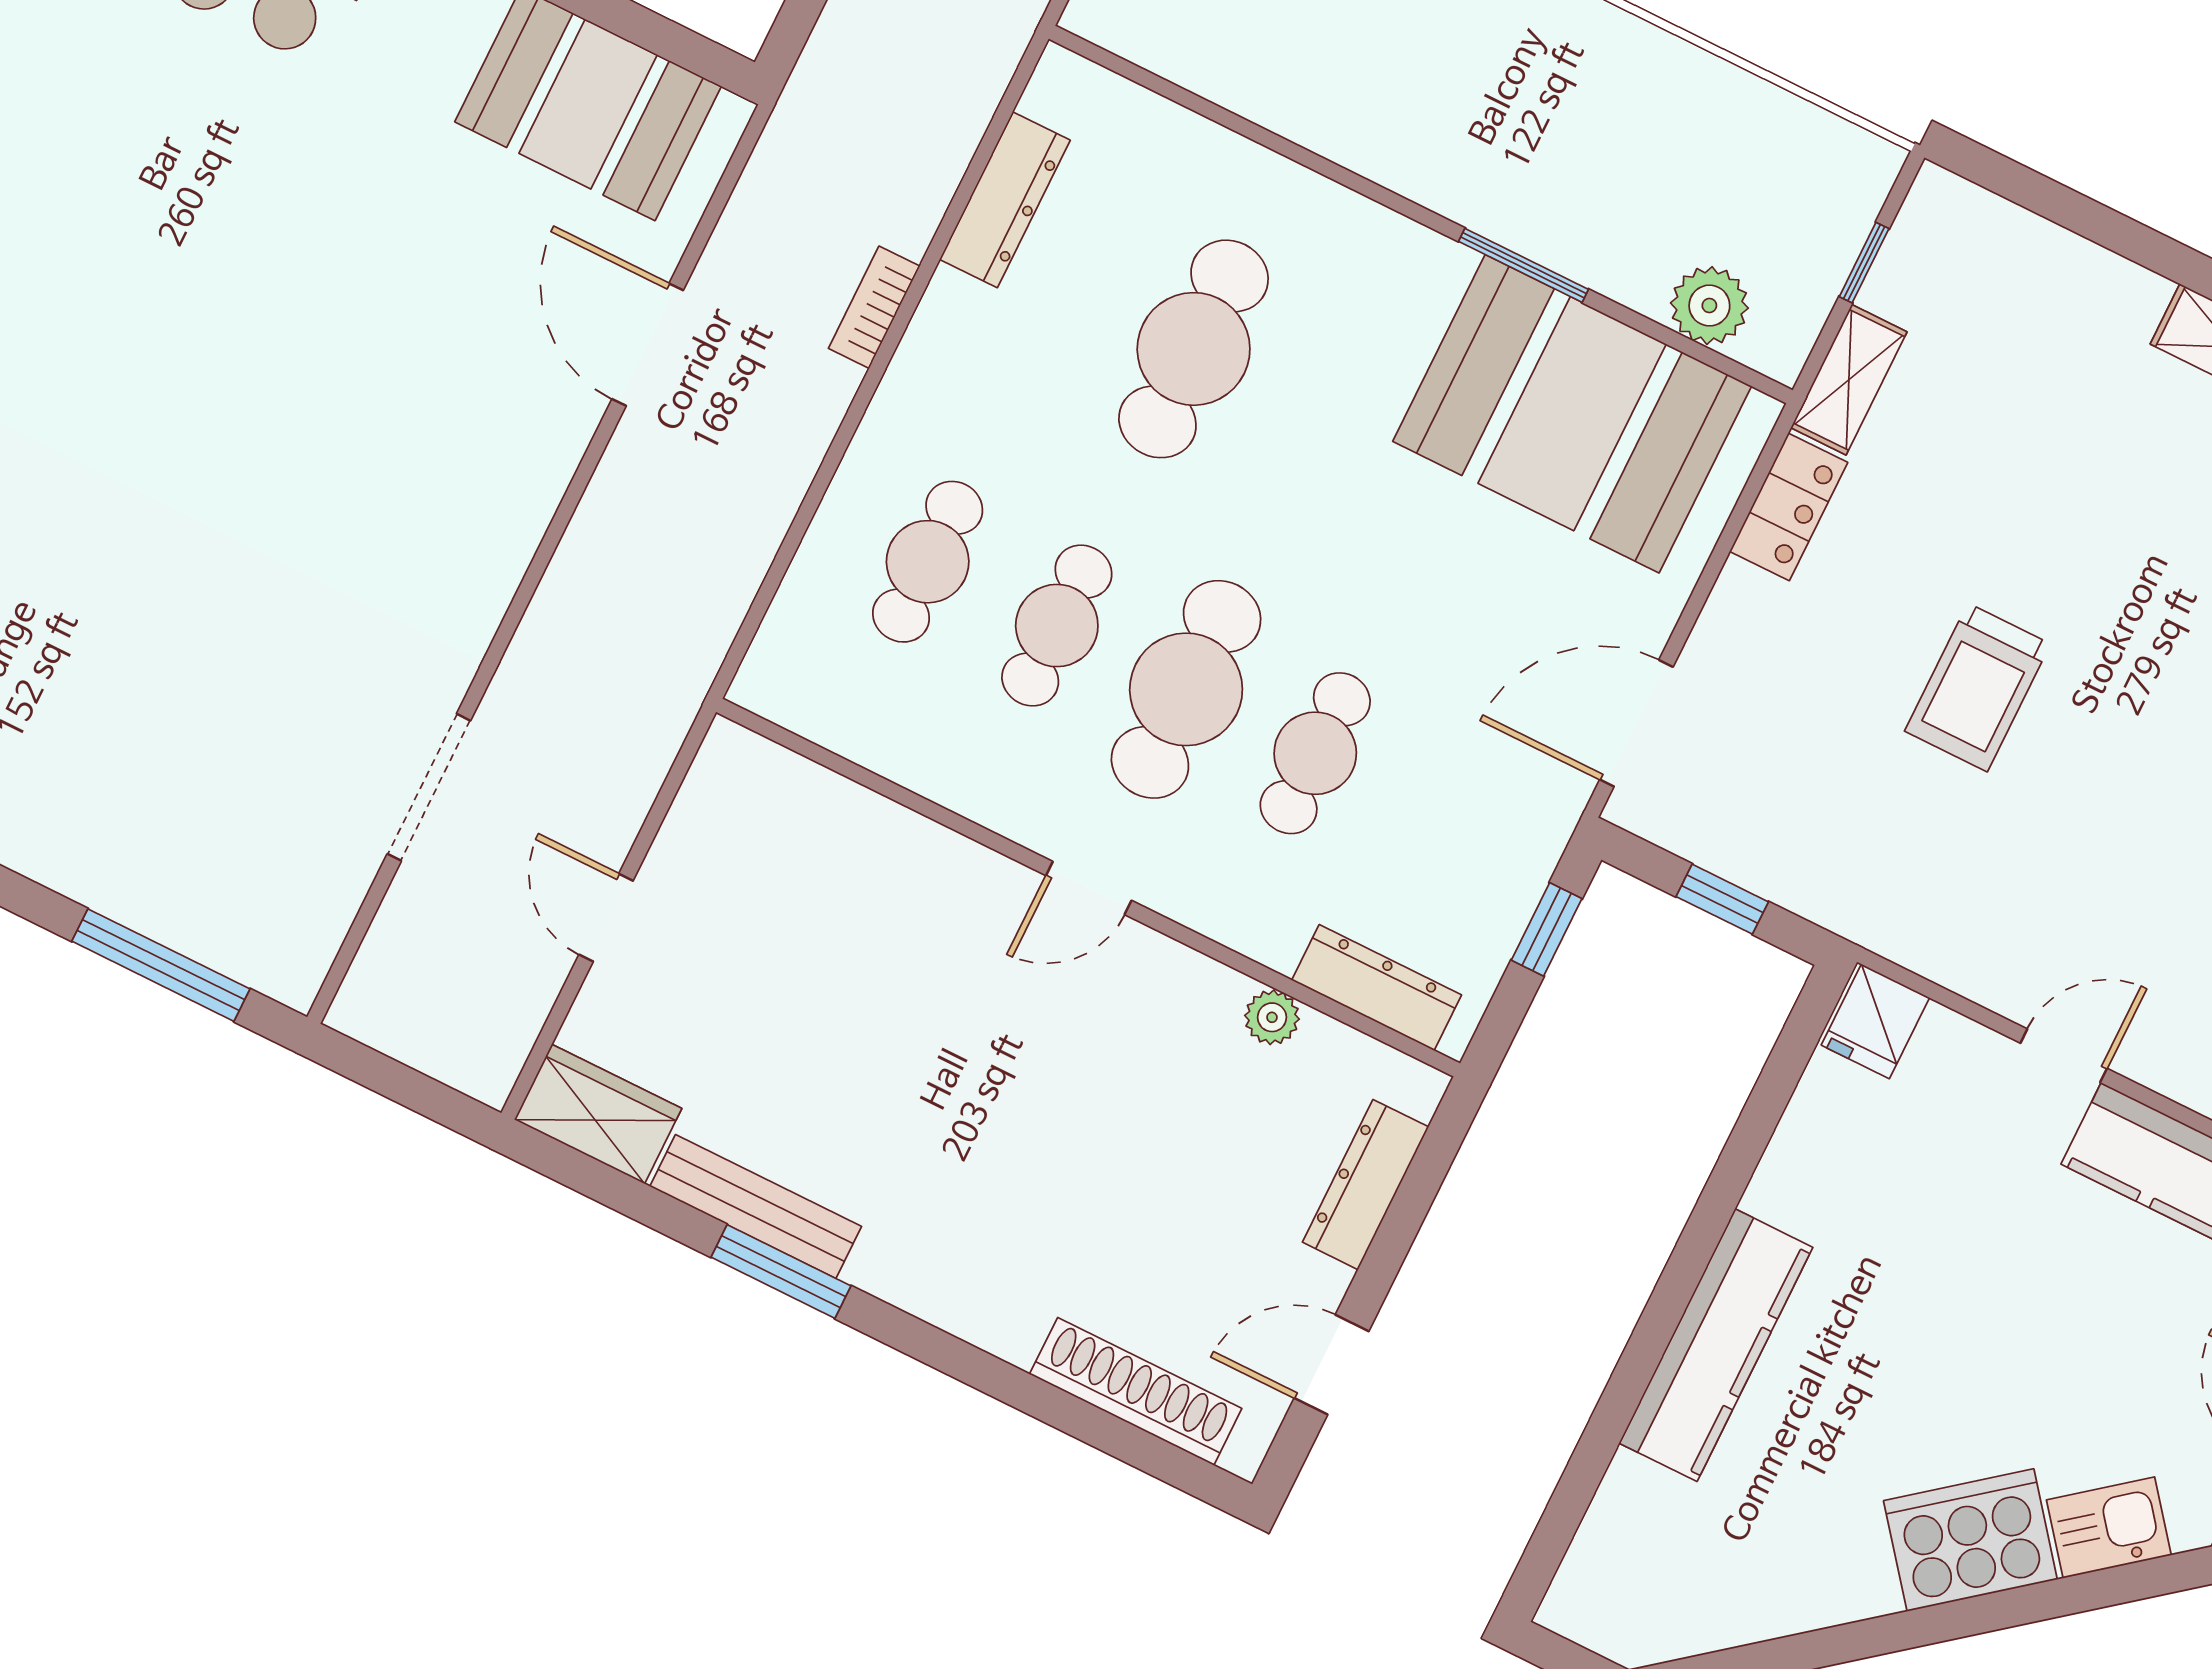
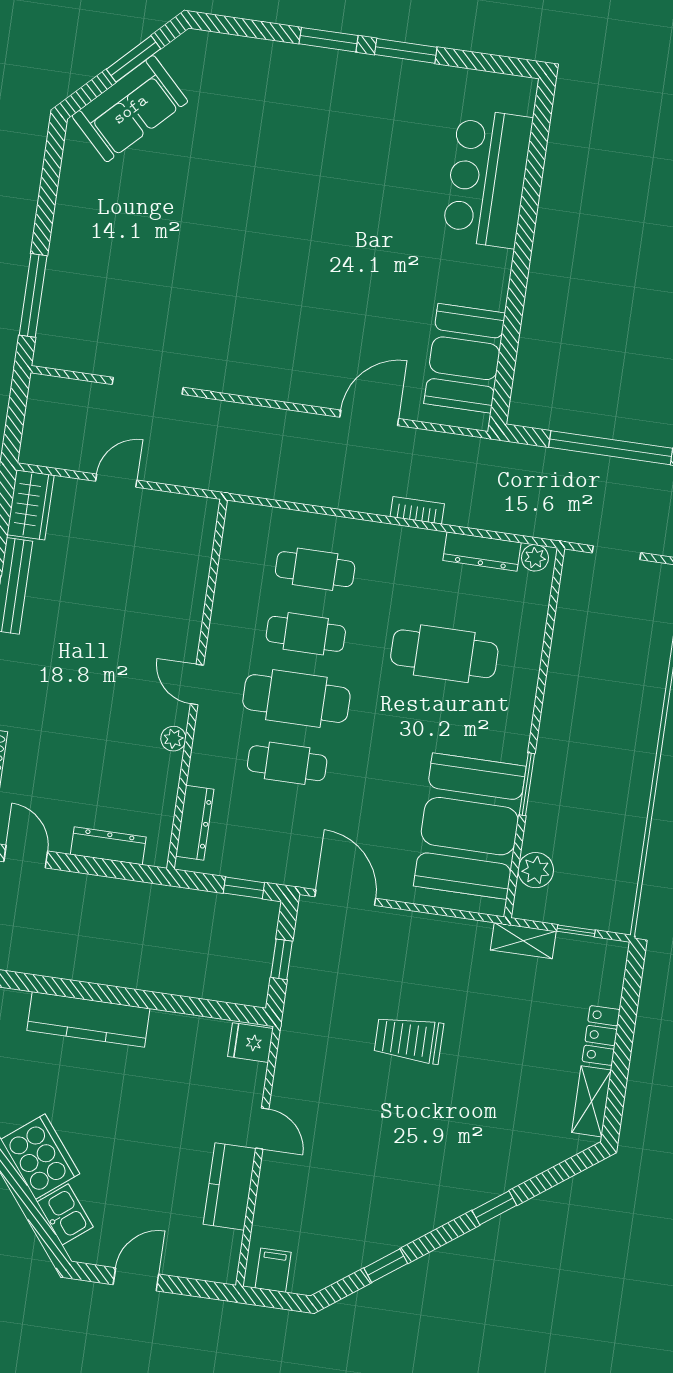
plant: (1055, 93) -> (535, 558), added
locker: (1789, 507) -> (601, 1035), moved, turned 90
plant: (1272, 1017) -> (173, 739), moved

